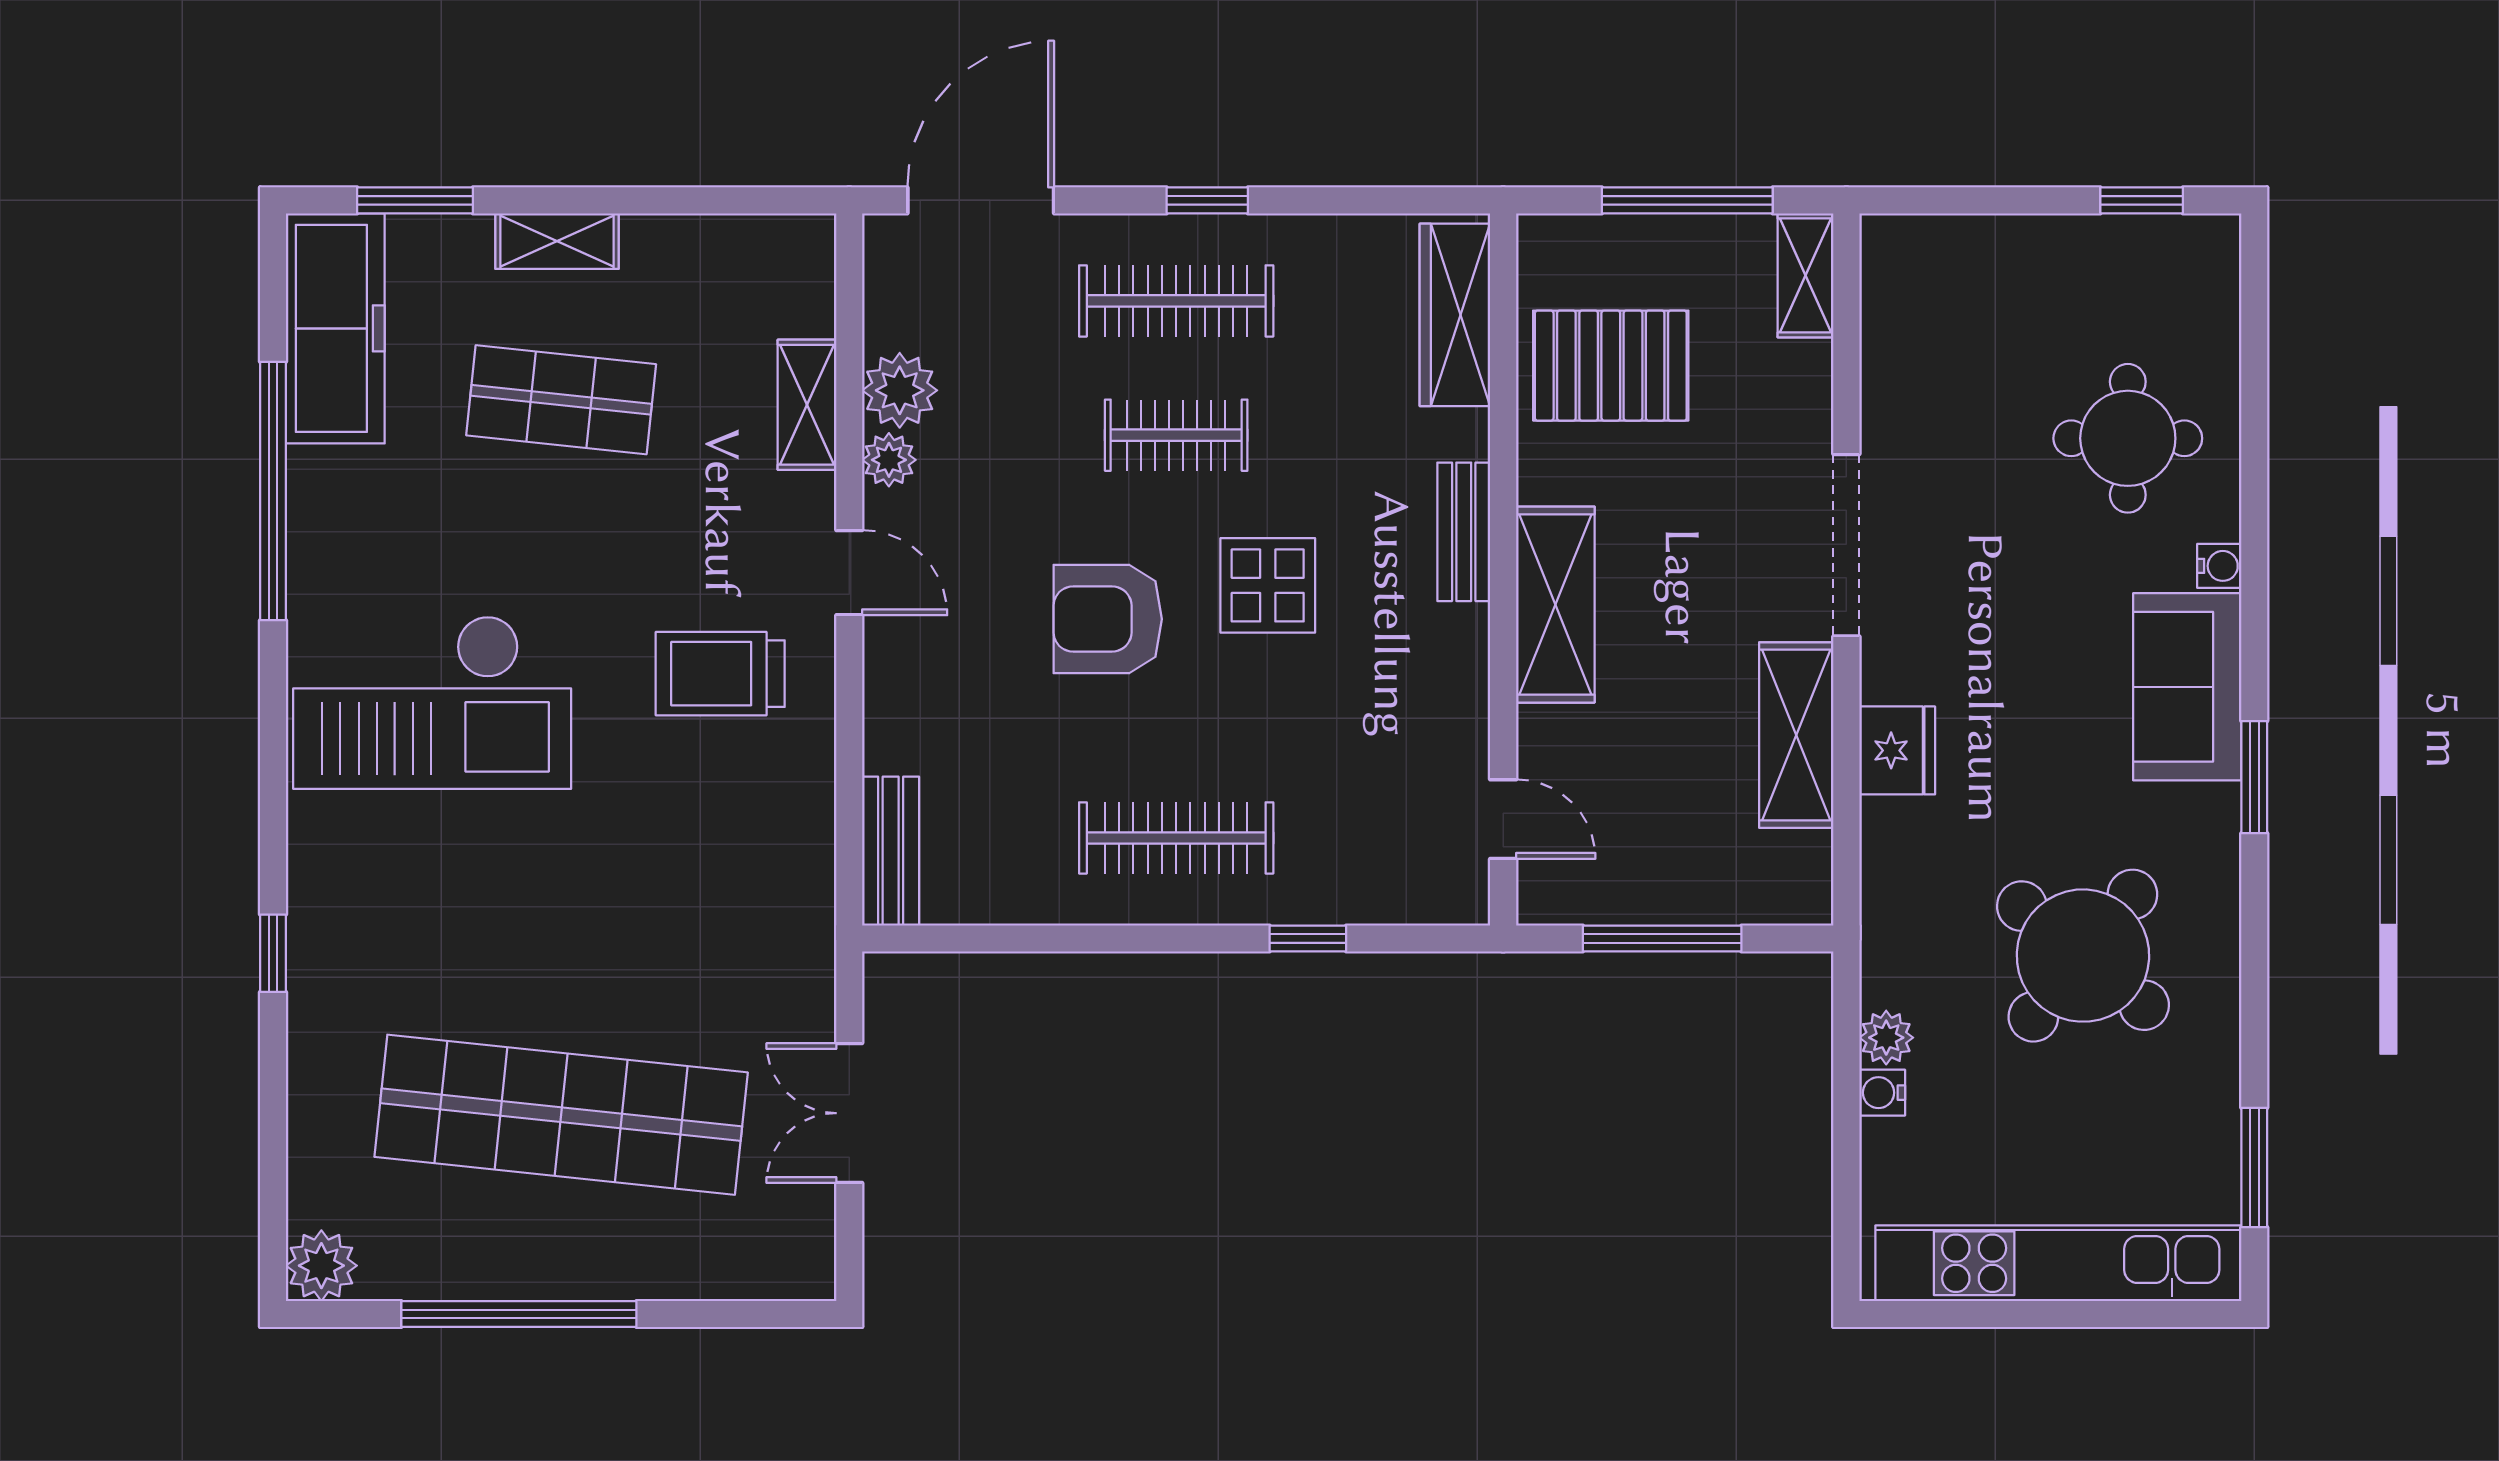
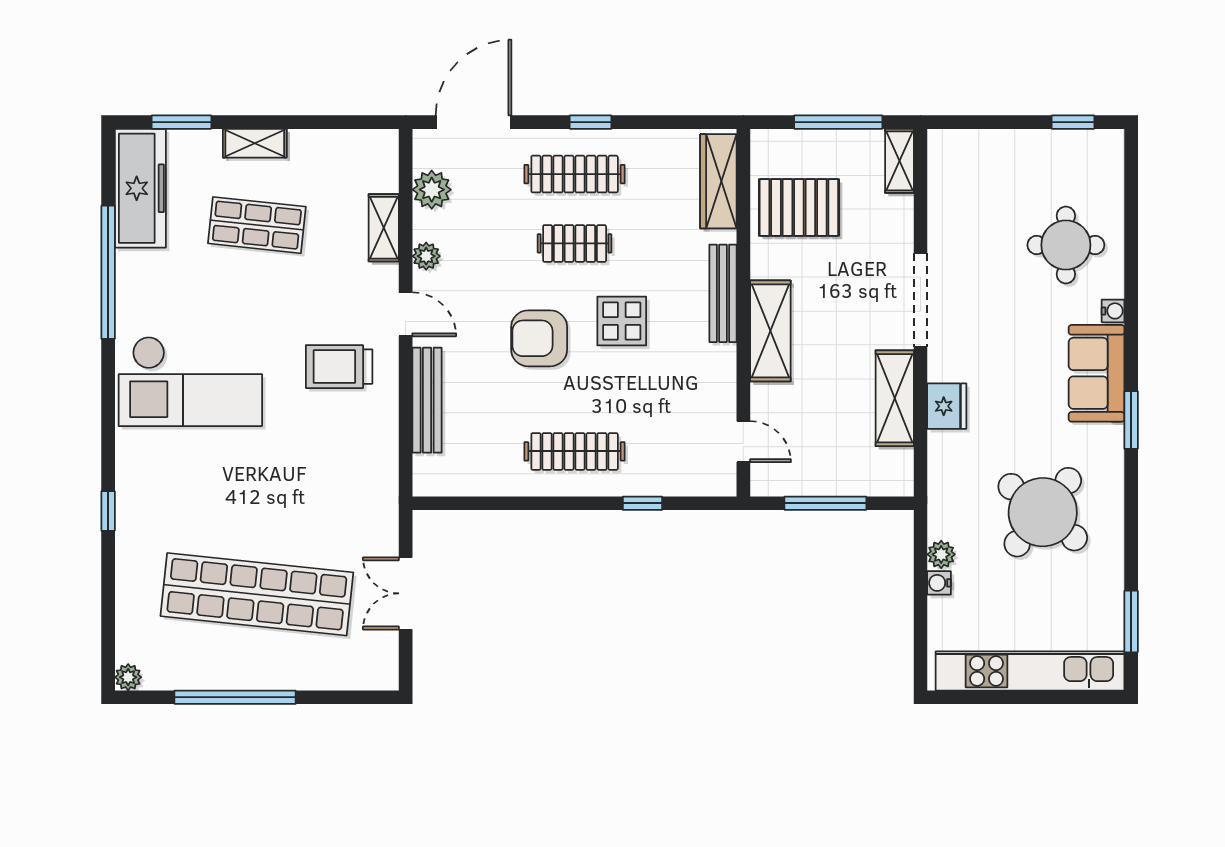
plant: (900, 390) -> (432, 190), moved
bench: (1464, 532) -> (723, 293), width x1.36
bench: (891, 851) -> (427, 400), moved, width x1.36
plant: (321, 1266) -> (128, 677), width x0.73, depth x0.73

